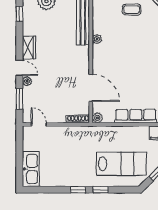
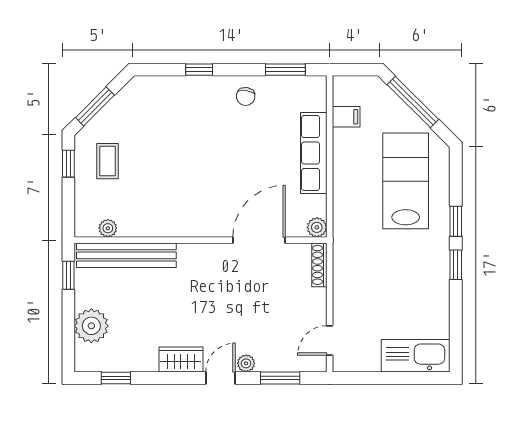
plant: (97, 39) -> (108, 228), moved

